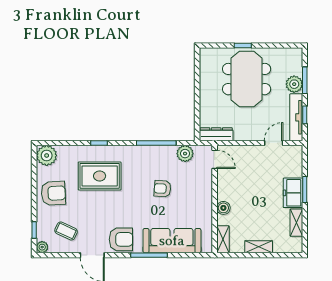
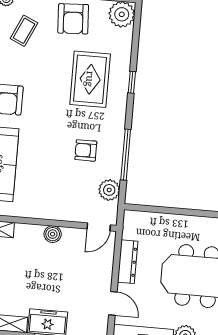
dresser: (216, 134) -> (128, 262), moved
armchair: (163, 189) -> (86, 150), moved, turned -94
boiler: (223, 208) -> (53, 234), moved

